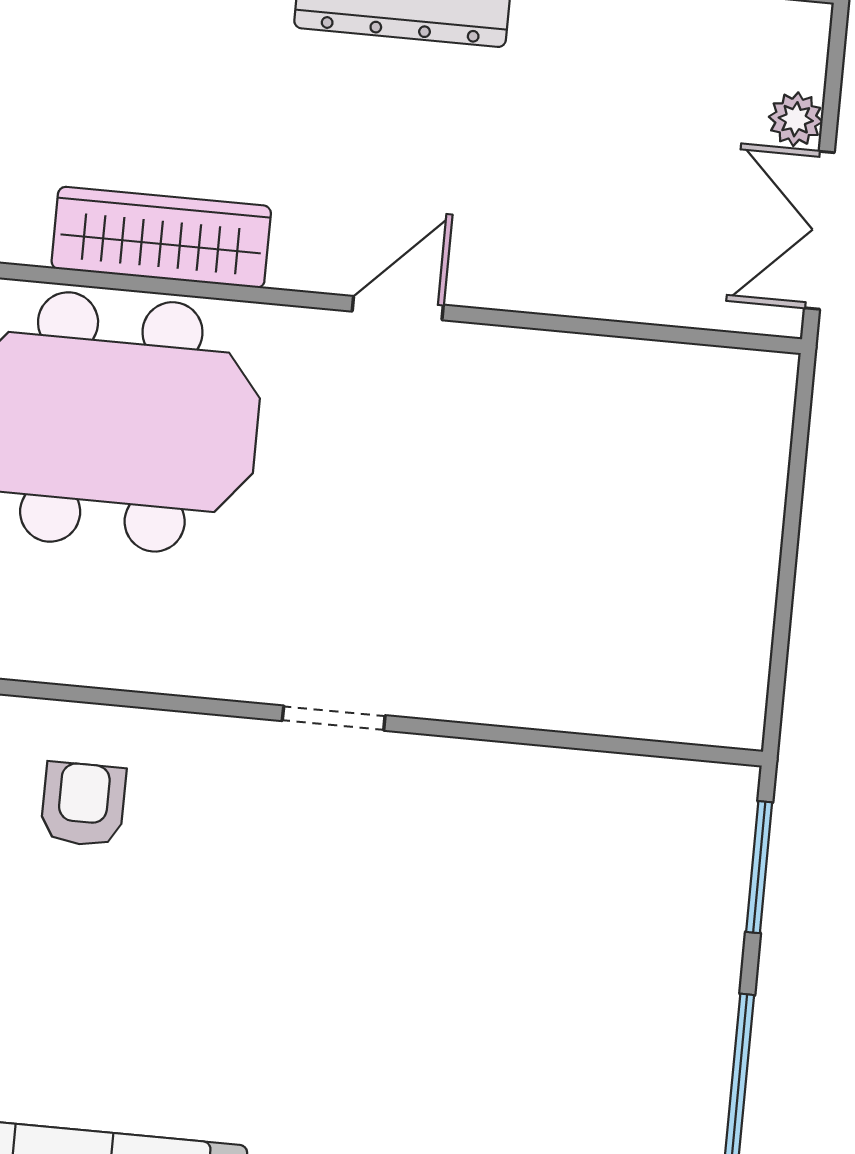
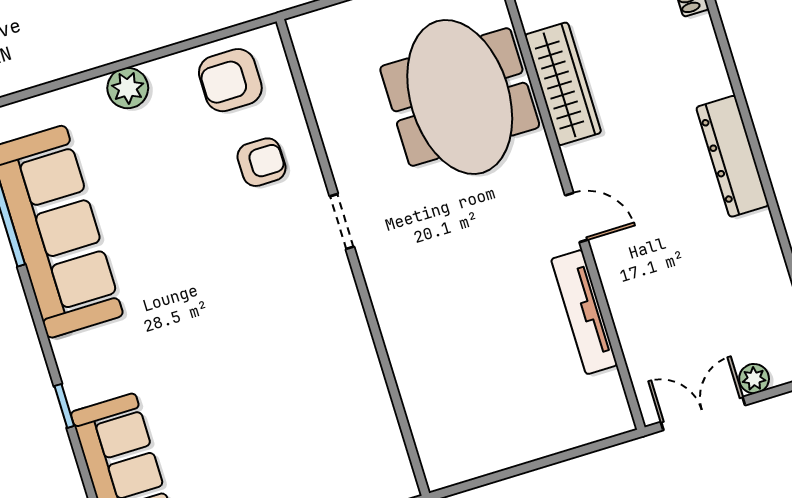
tv unit: (564, 361) -> (584, 312), added
doorway: (334, 718) -> (342, 221), moved

